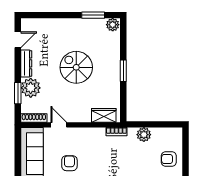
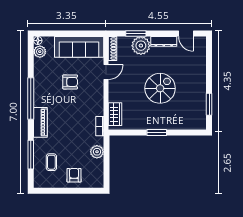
plant: (113, 25) -> (200, 123), removed

